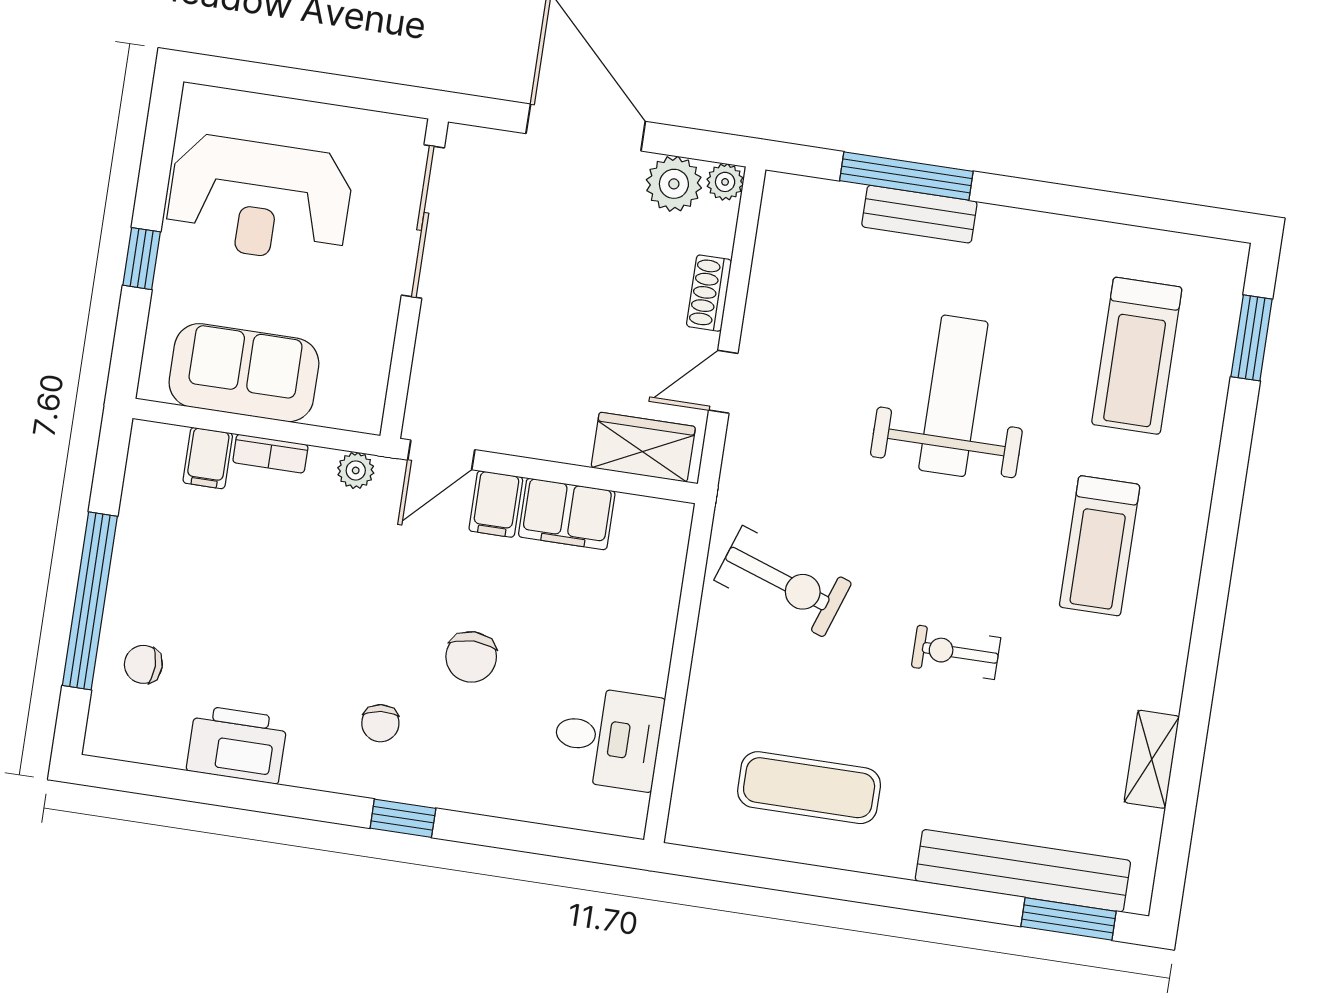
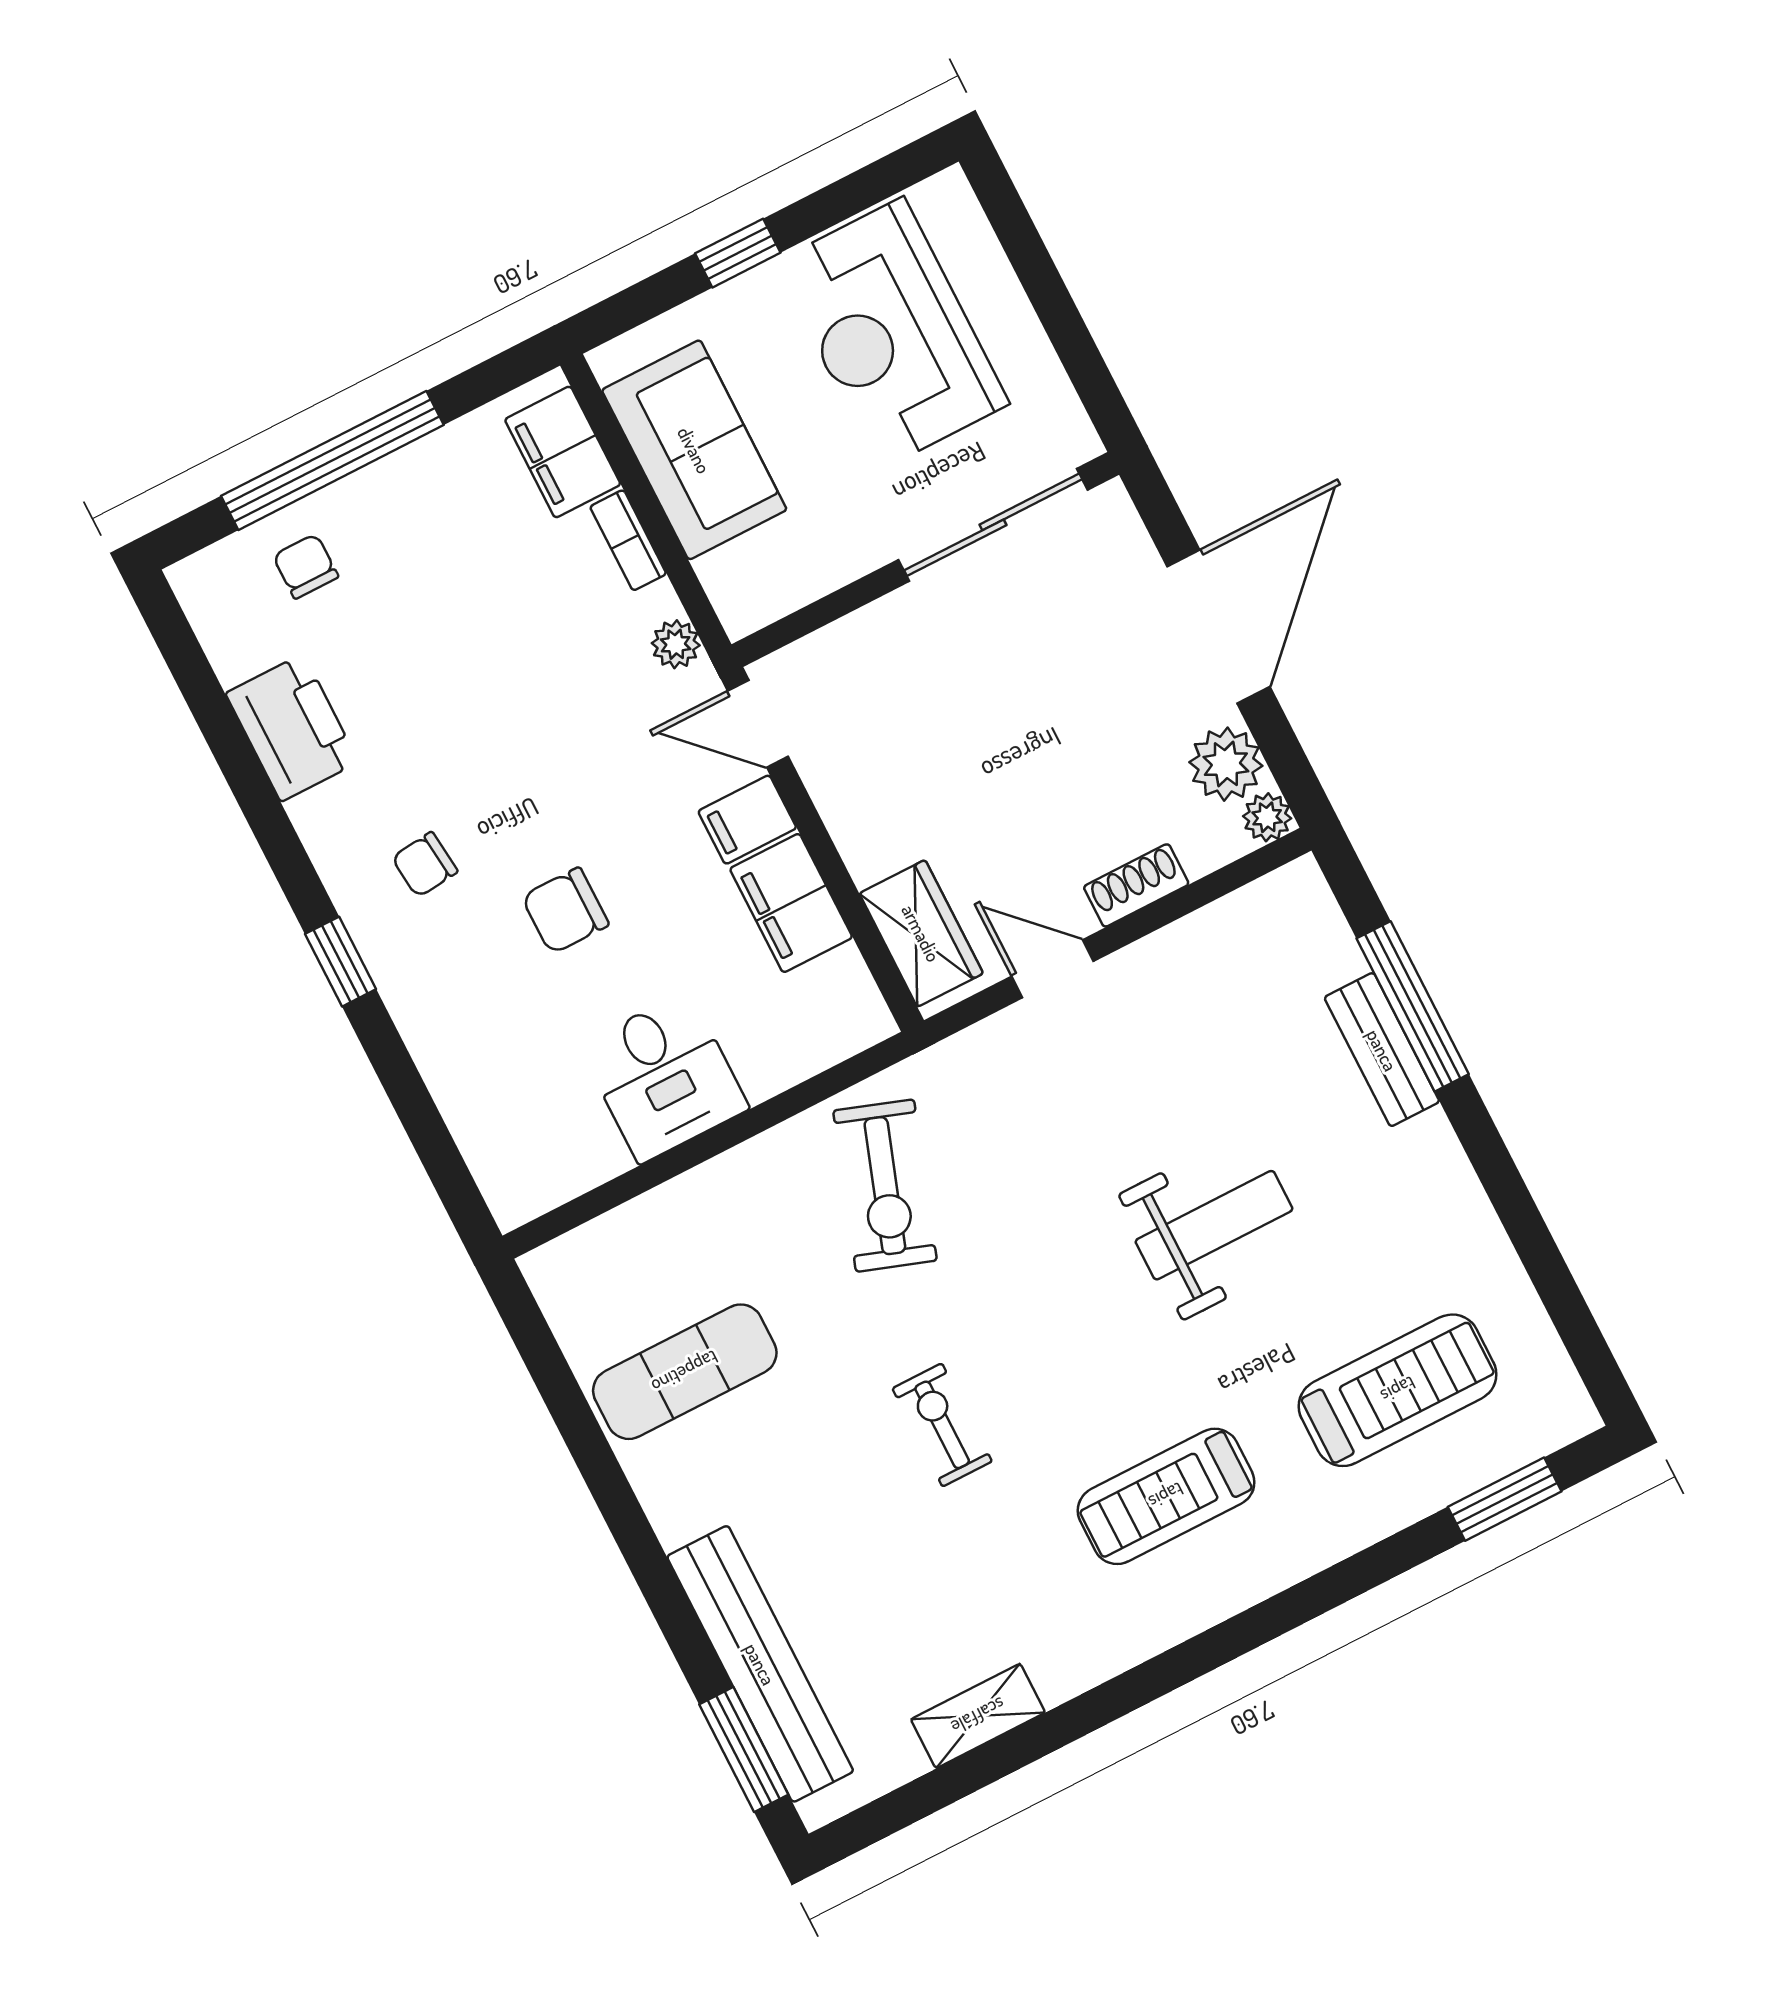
treadmill: (1137, 356) -> (1398, 1390), turned 180
weight bench: (953, 396) -> (1214, 1225), width x0.73, depth x0.75
filing cabinet: (208, 458) -> (563, 452), width x2.00
desk: (607, 738) -> (664, 1077), moved
exercise mat: (809, 788) -> (685, 1372), turned 90

